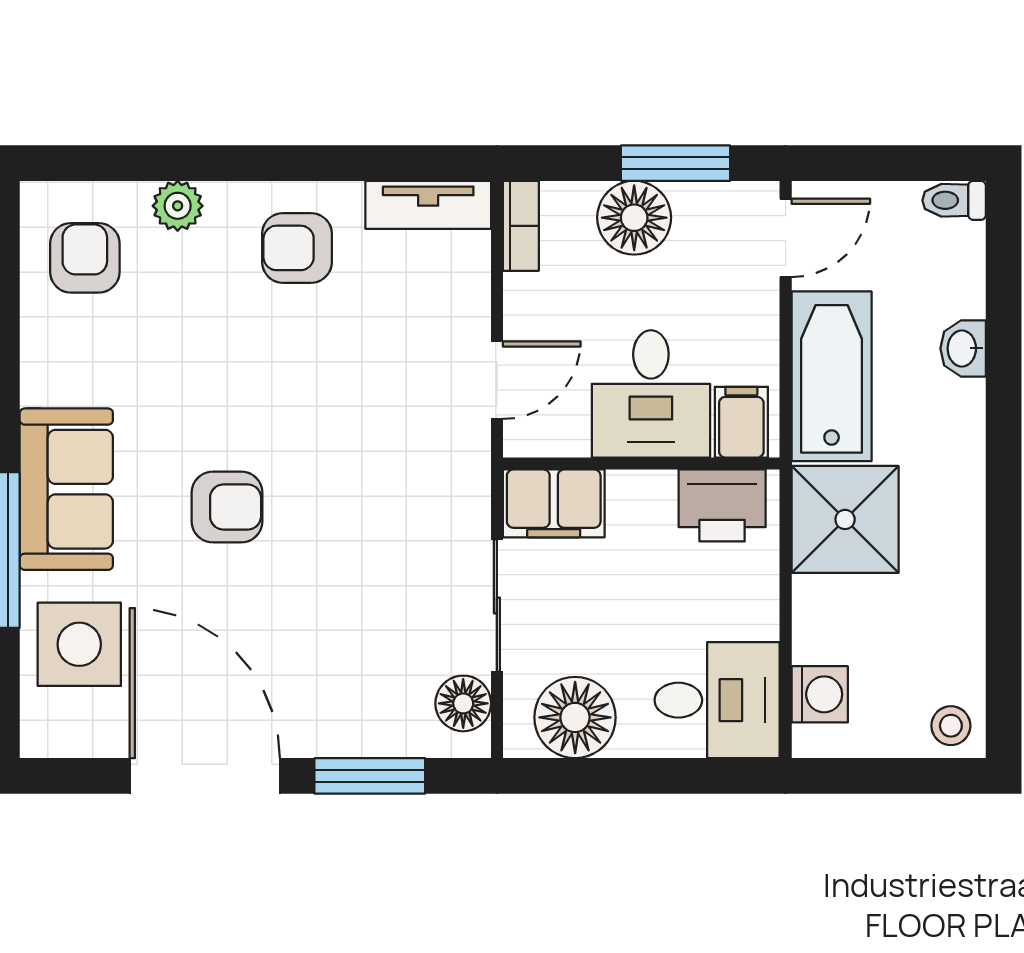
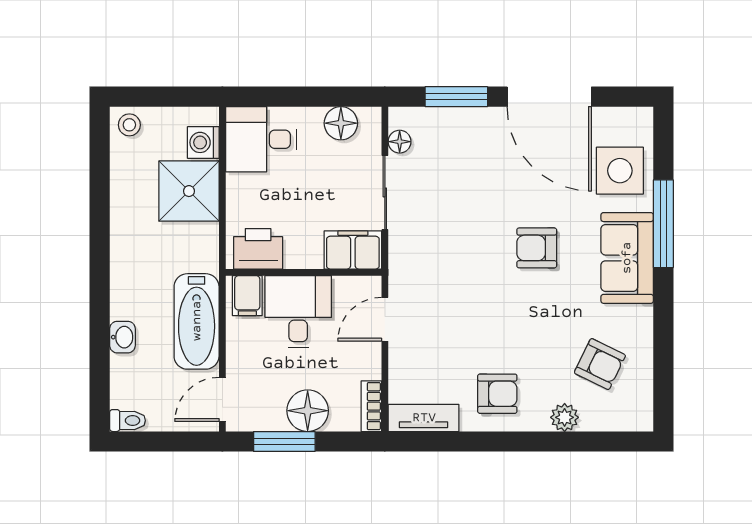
armchair: (85, 258) -> (600, 364), moved, turned -64
shower: (845, 519) -> (189, 191), moved
floor lamp: (463, 703) -> (400, 142), width x0.73, depth x0.73
floor lamp: (575, 717) -> (341, 123), width x0.73, depth x0.73

